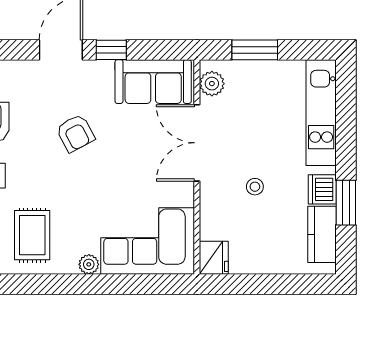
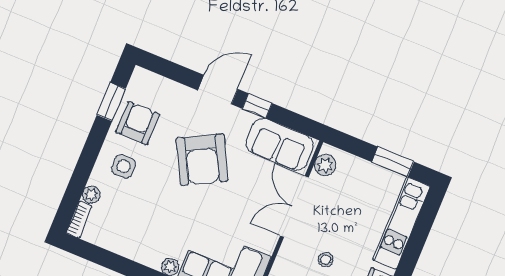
window: (255, 50) -> (393, 162), moved
armchair: (75, 133) -> (202, 160), width x1.88, depth x1.88
rug: (32, 235) -> (135, 226), removed

